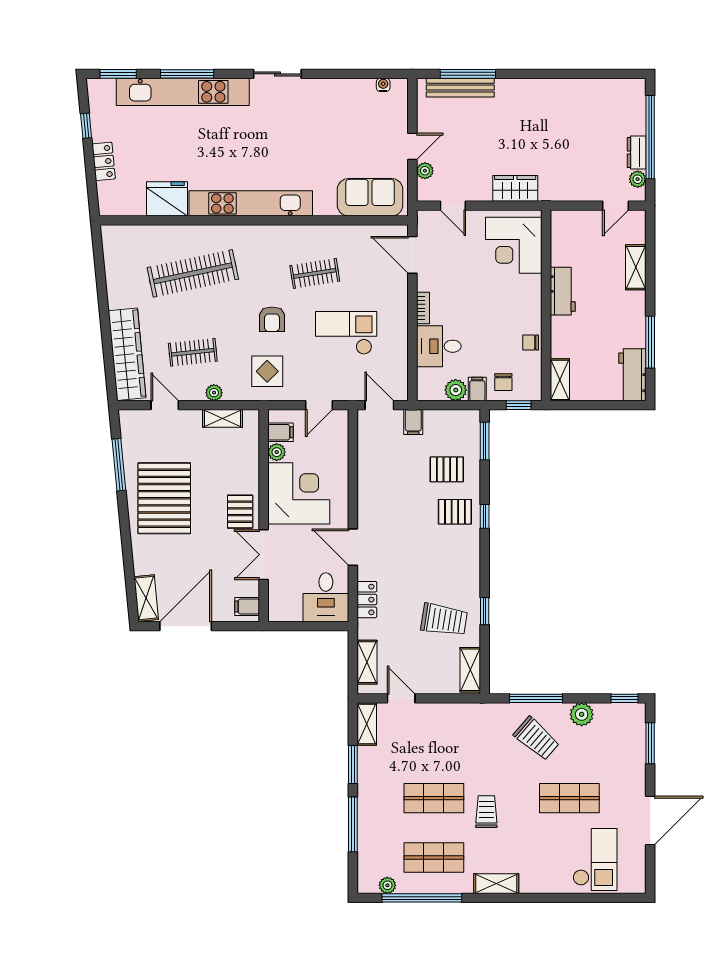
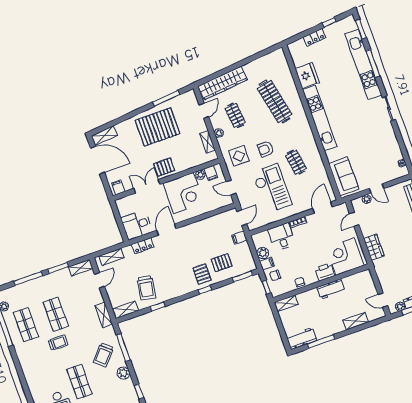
printer: (529, 291) -> (325, 272), added
checkout: (346, 333) -> (272, 188), width x1.36, depth x1.21
pallet: (447, 469) -> (222, 263), turned 90
shelving: (496, 884) -> (104, 315), moved

